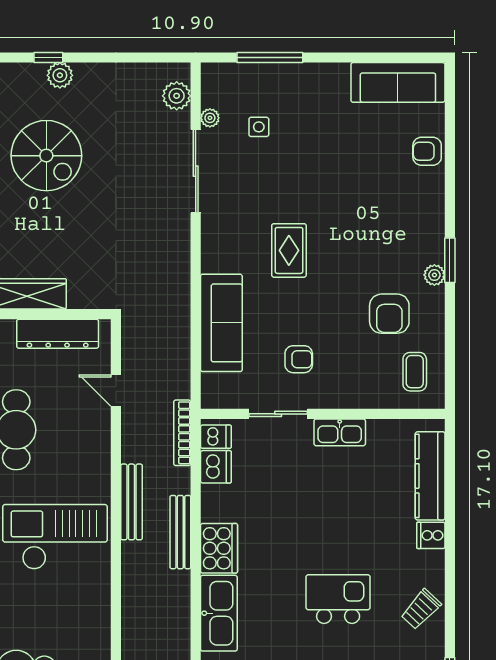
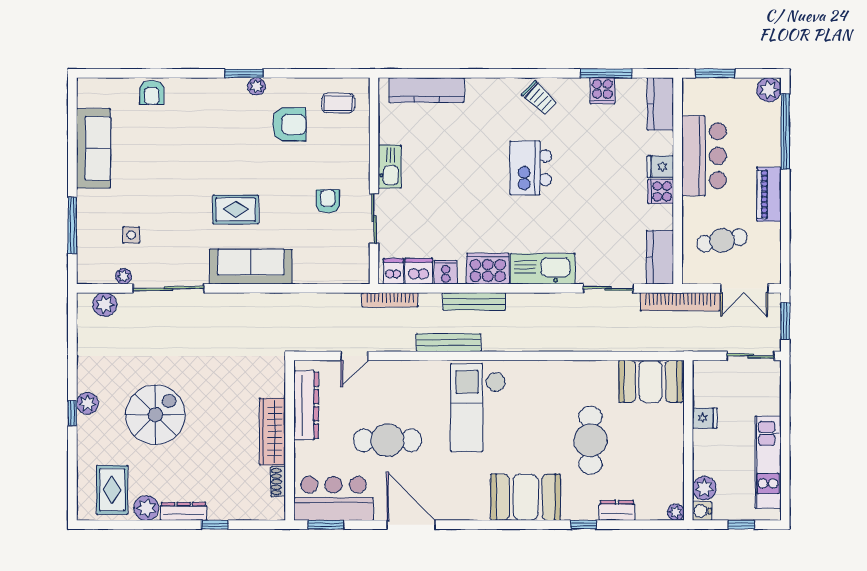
sofa: (398, 82) -> (93, 148), moved
sofa: (221, 323) -> (251, 267), moved
cooker: (431, 535) -> (446, 272), moved, turned 180

